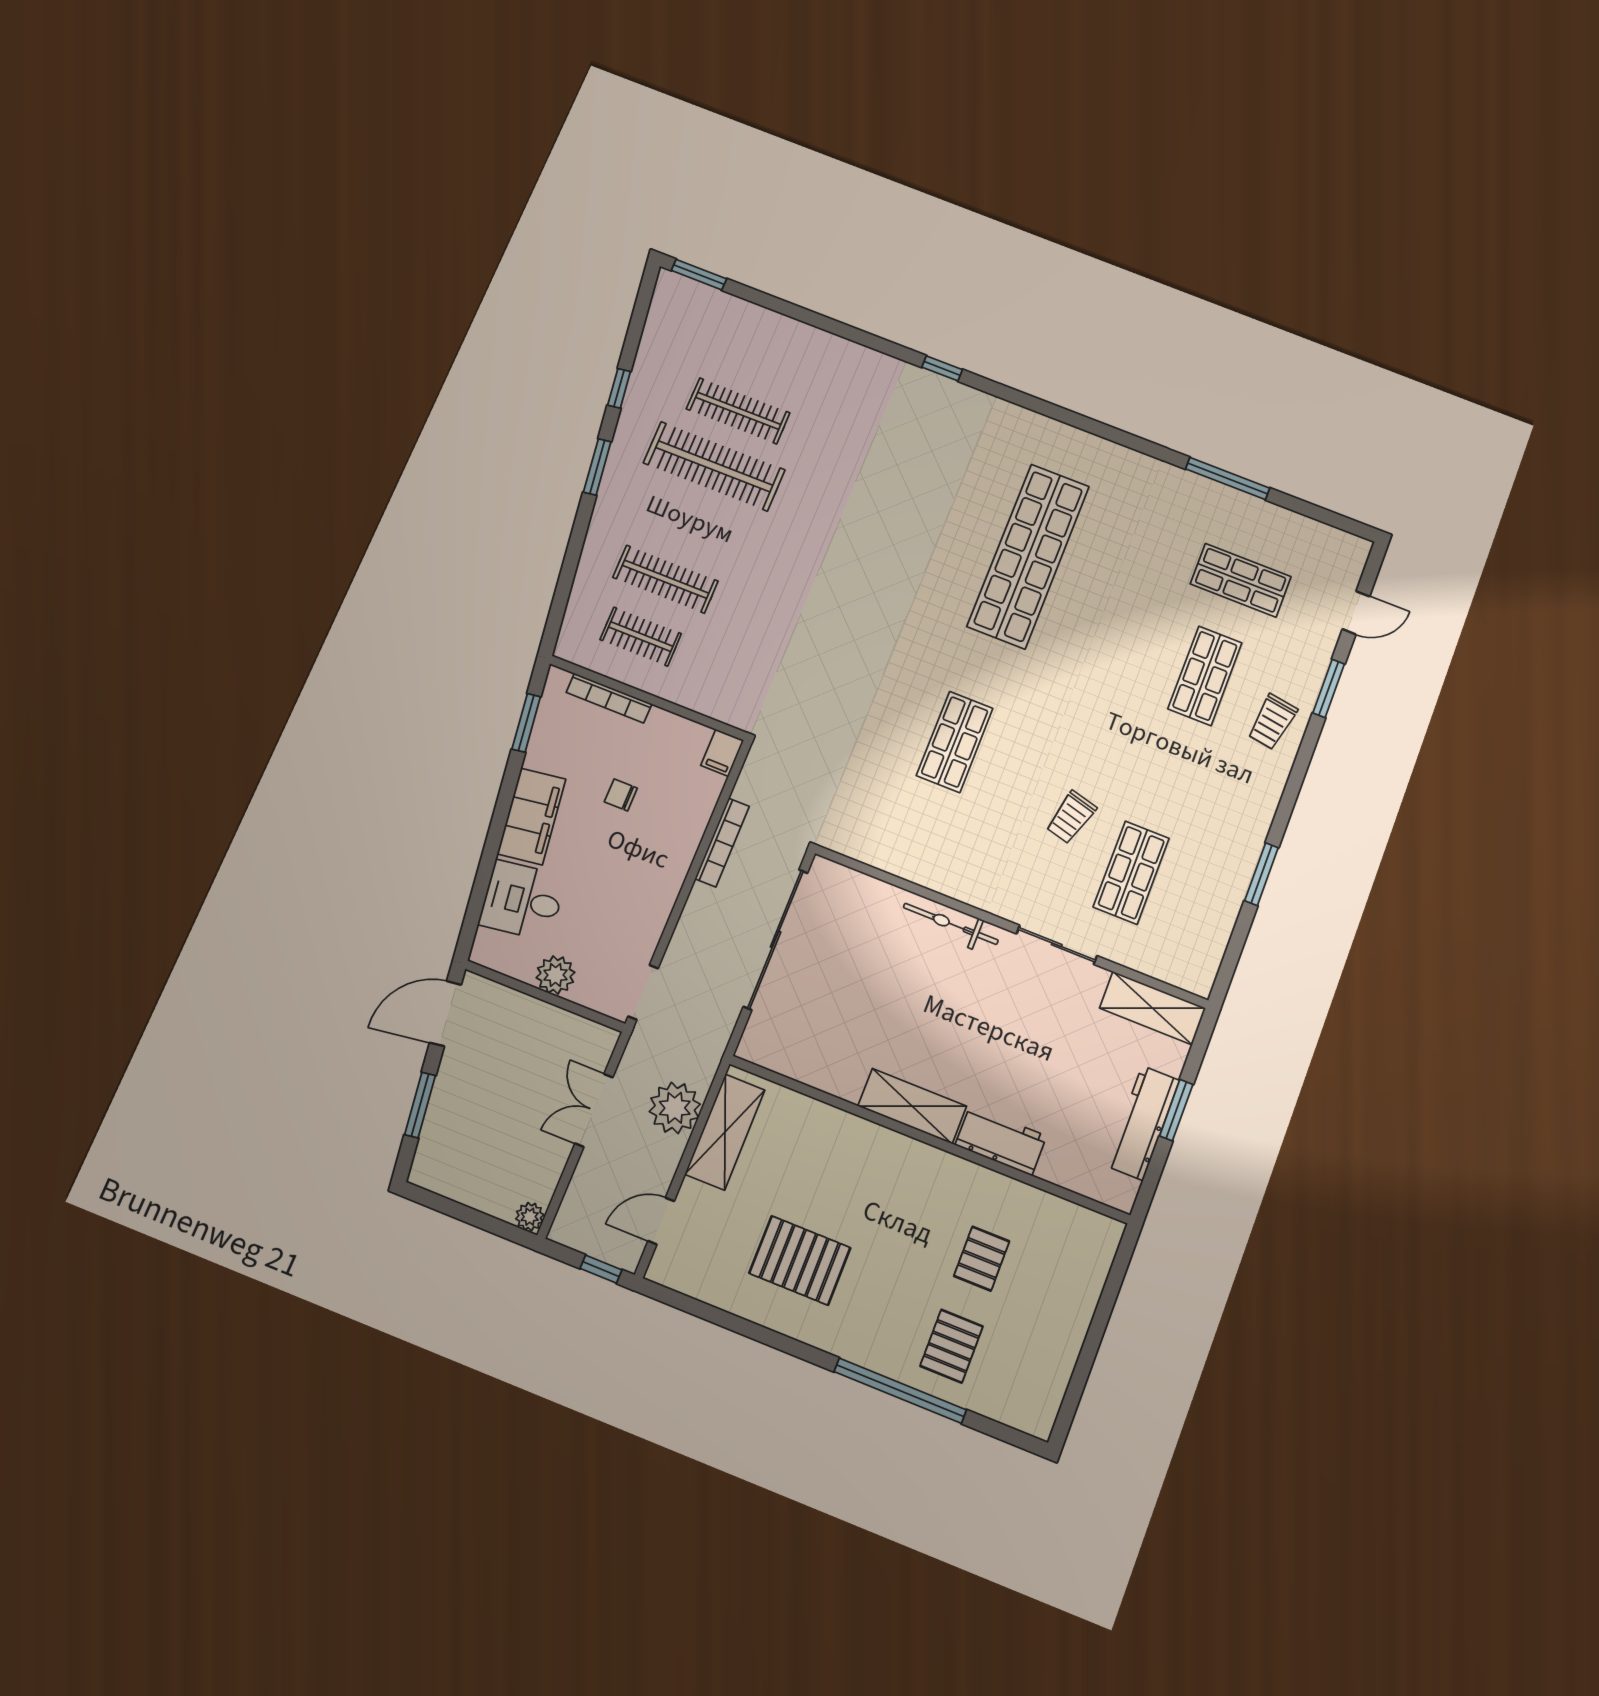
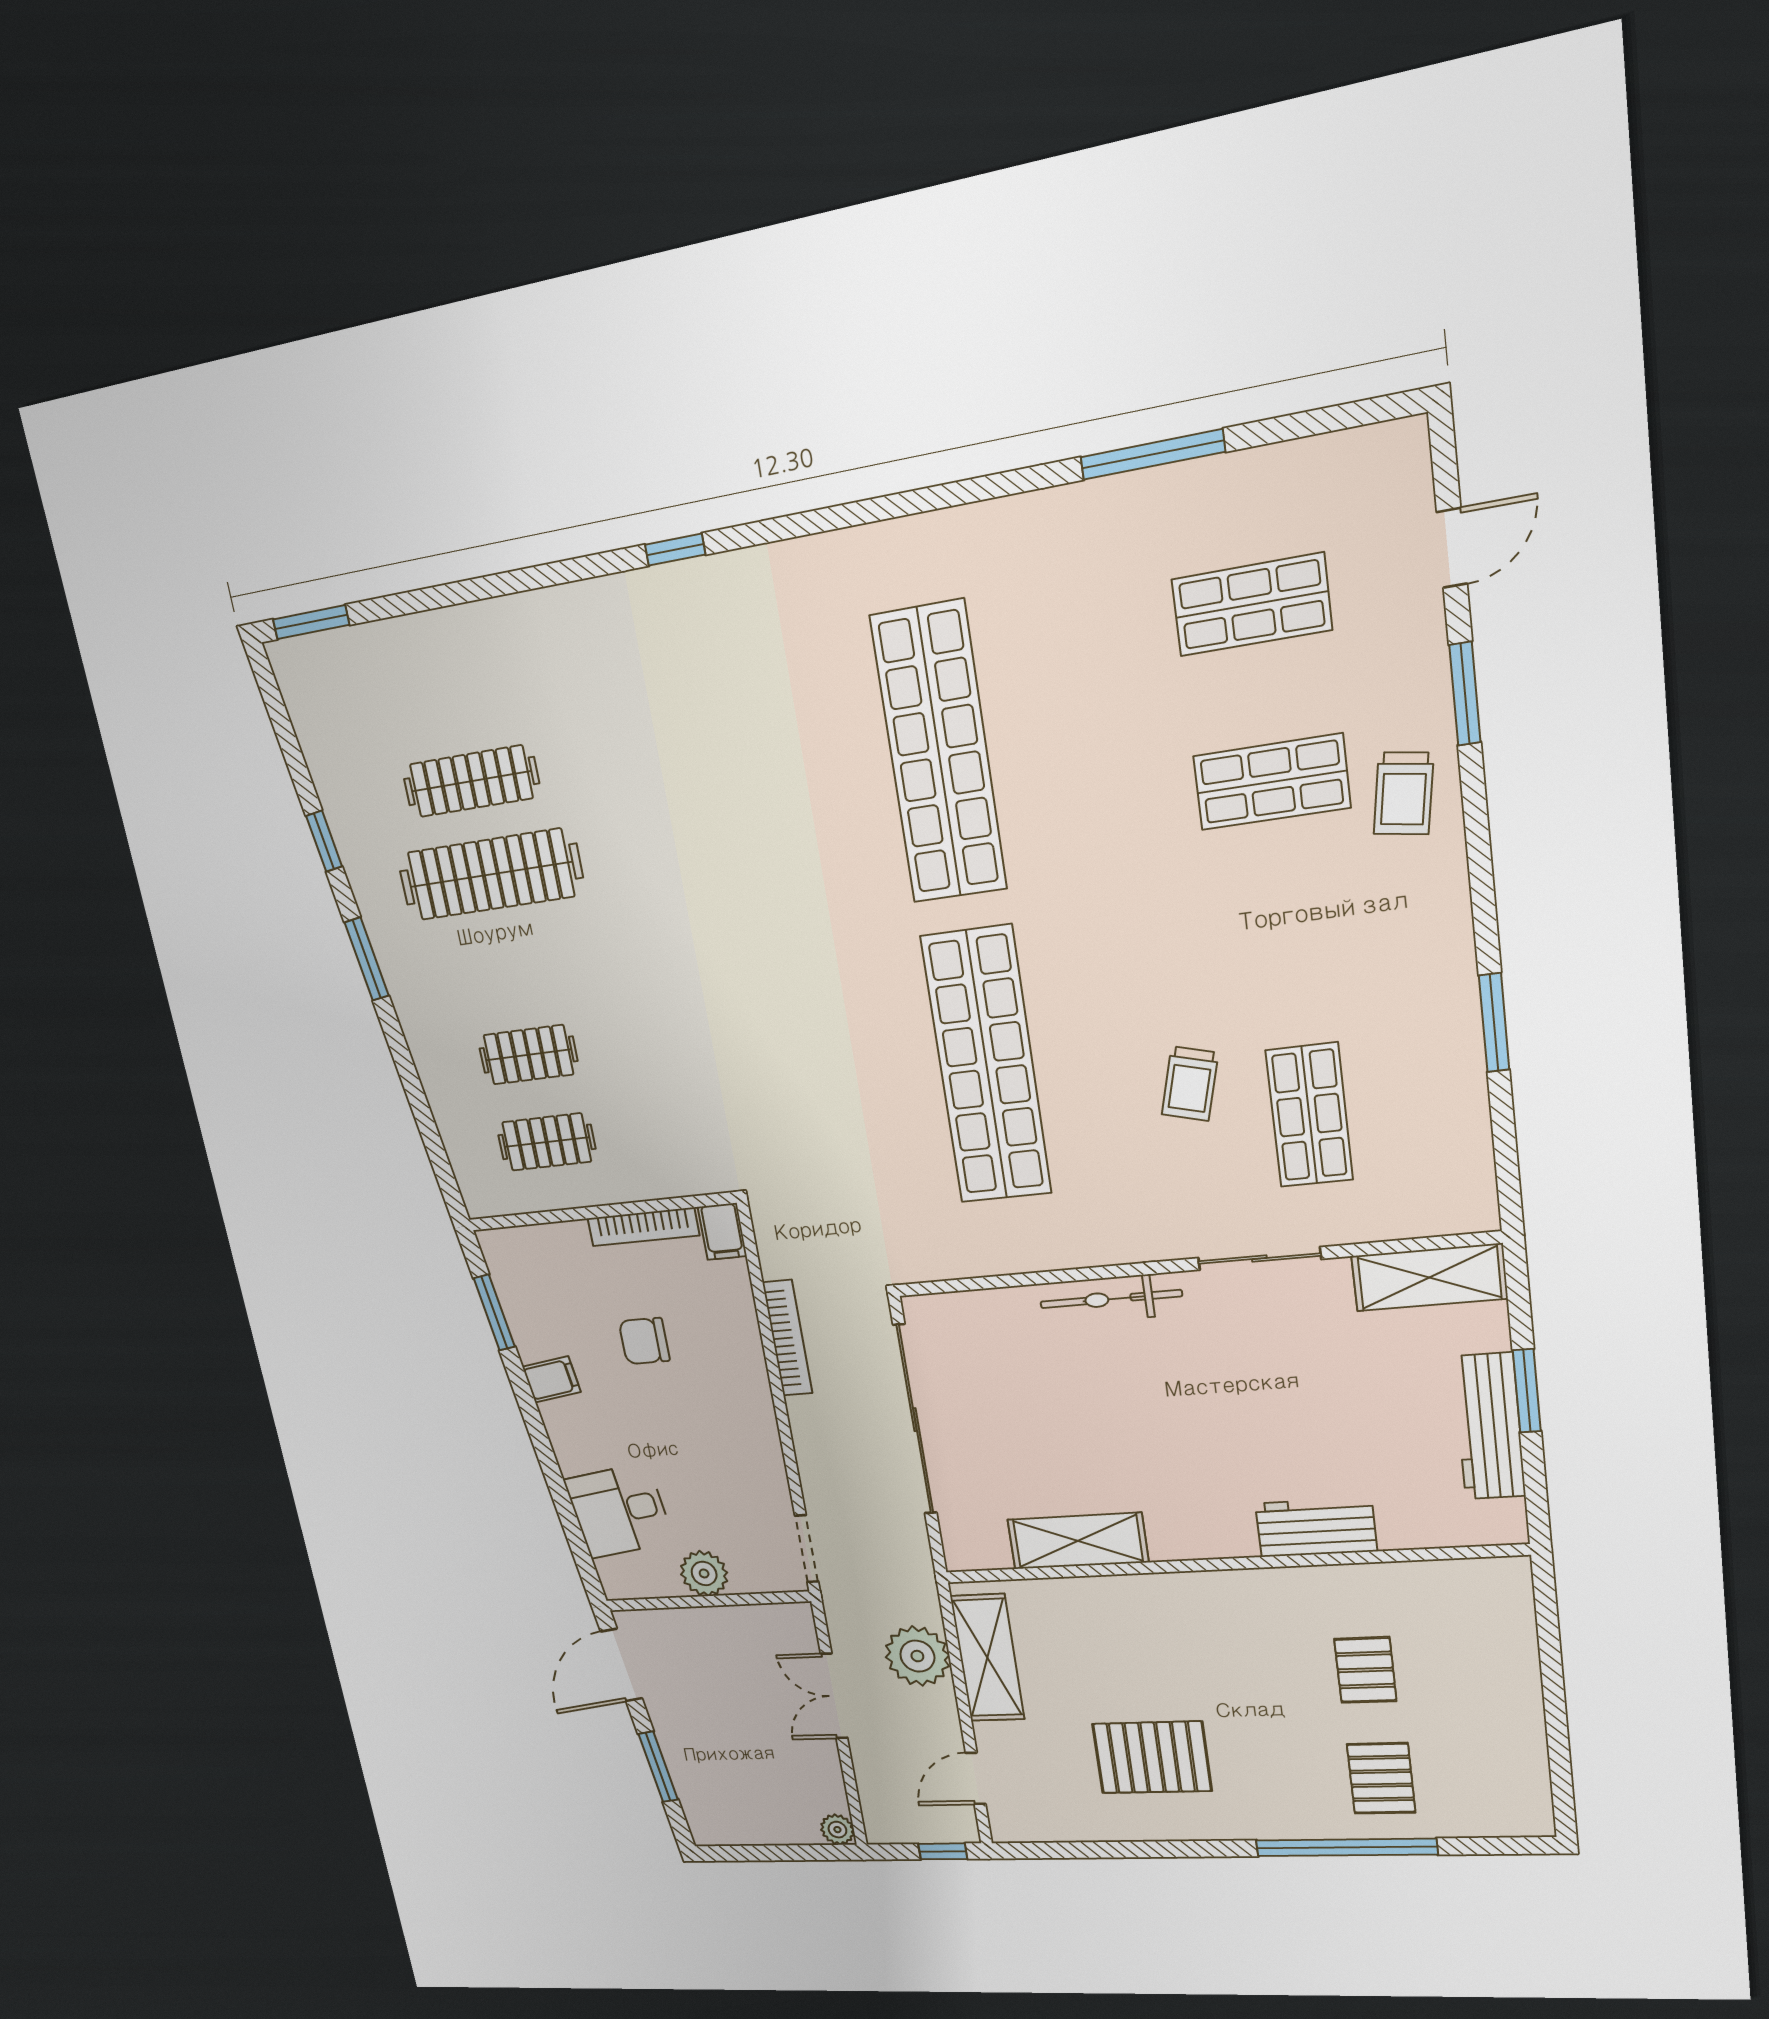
clothes rail: (665, 579) -> (528, 1055), width x0.73
shop shelf: (1205, 676) -> (1272, 782), turned 90
bookcase: (609, 698) -> (643, 1227), moved
shop shelf: (955, 742) -> (986, 1066), width x2.00, depth x1.36
chair: (621, 795) -> (644, 1341), width x1.37, depth x1.37
filing cabinet: (531, 816) -> (552, 1379), width x0.33, depth x0.86
shelving: (912, 1106) -> (1078, 1541), moved

